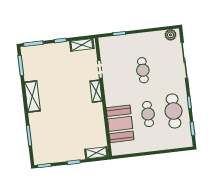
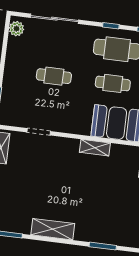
shelving: (96, 91) -> (95, 148), moved

